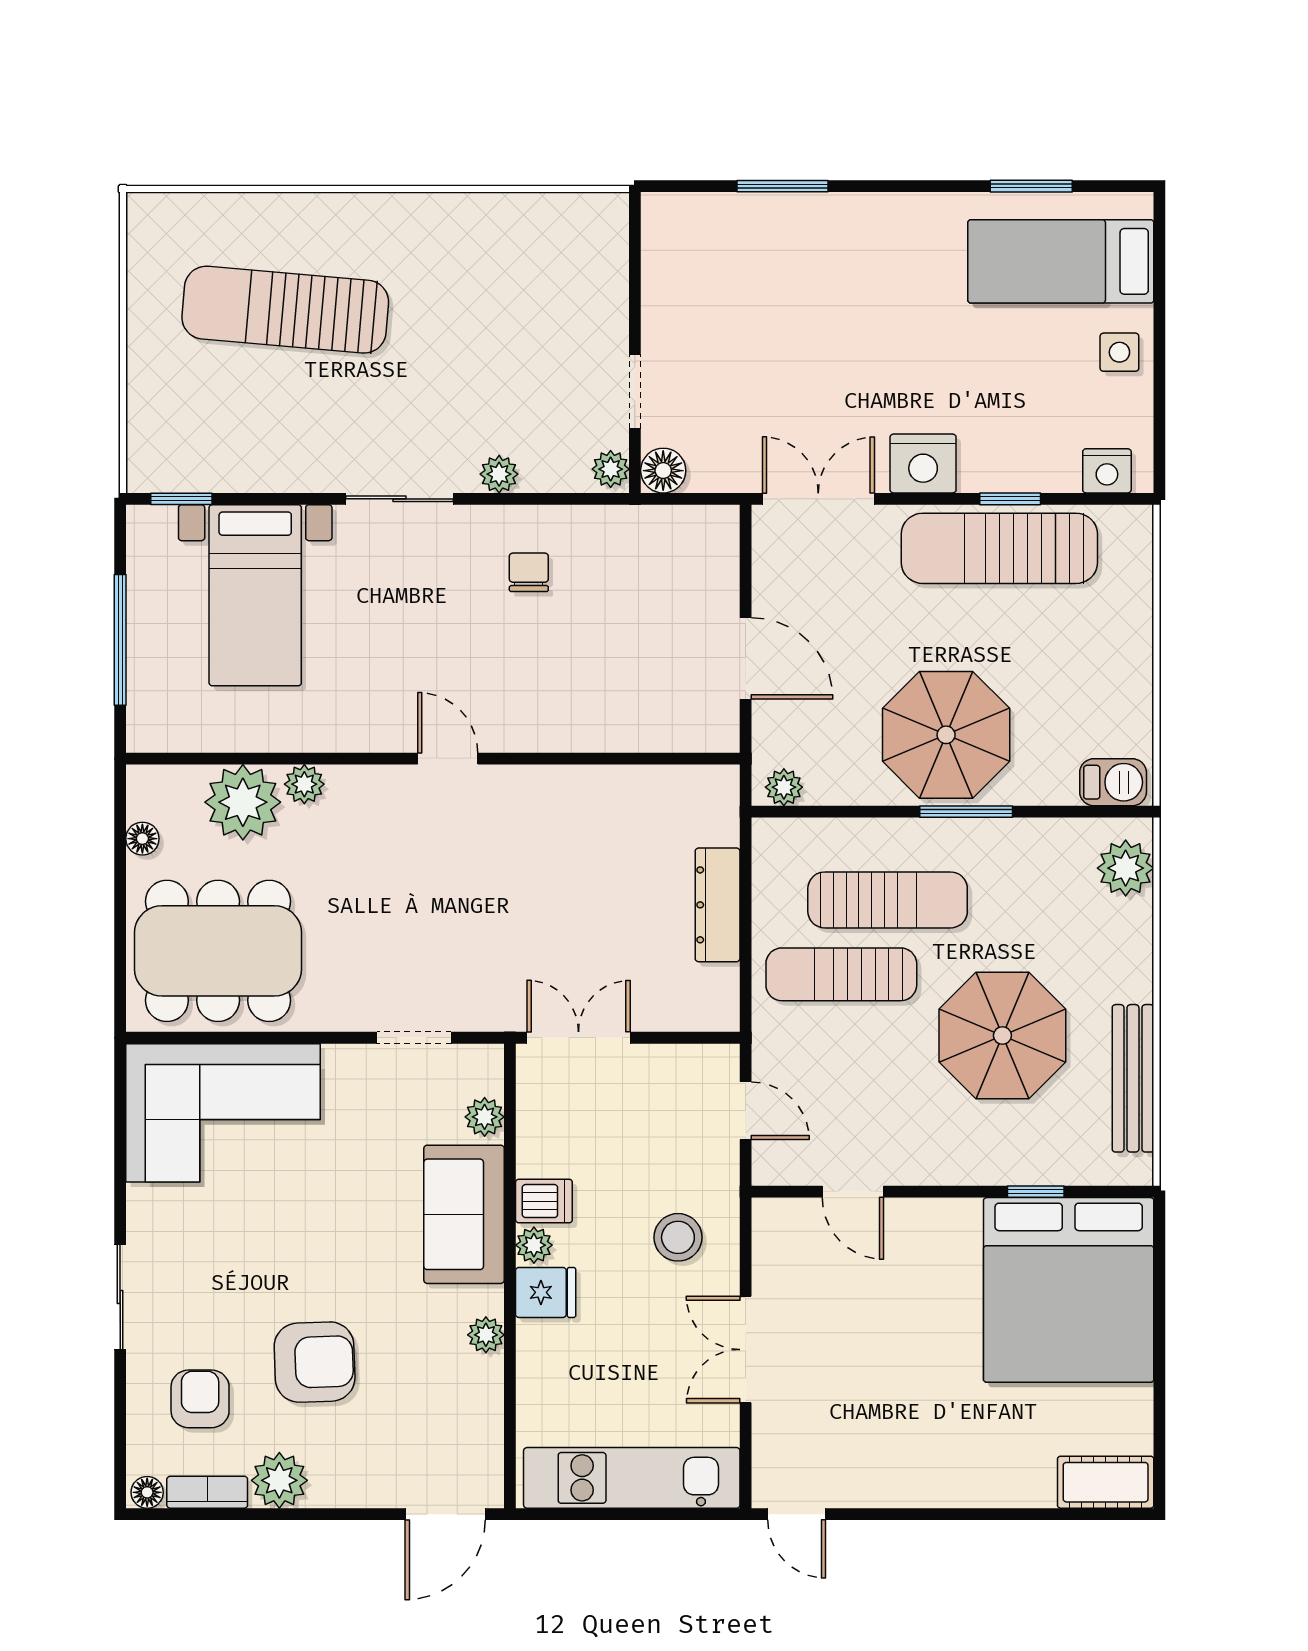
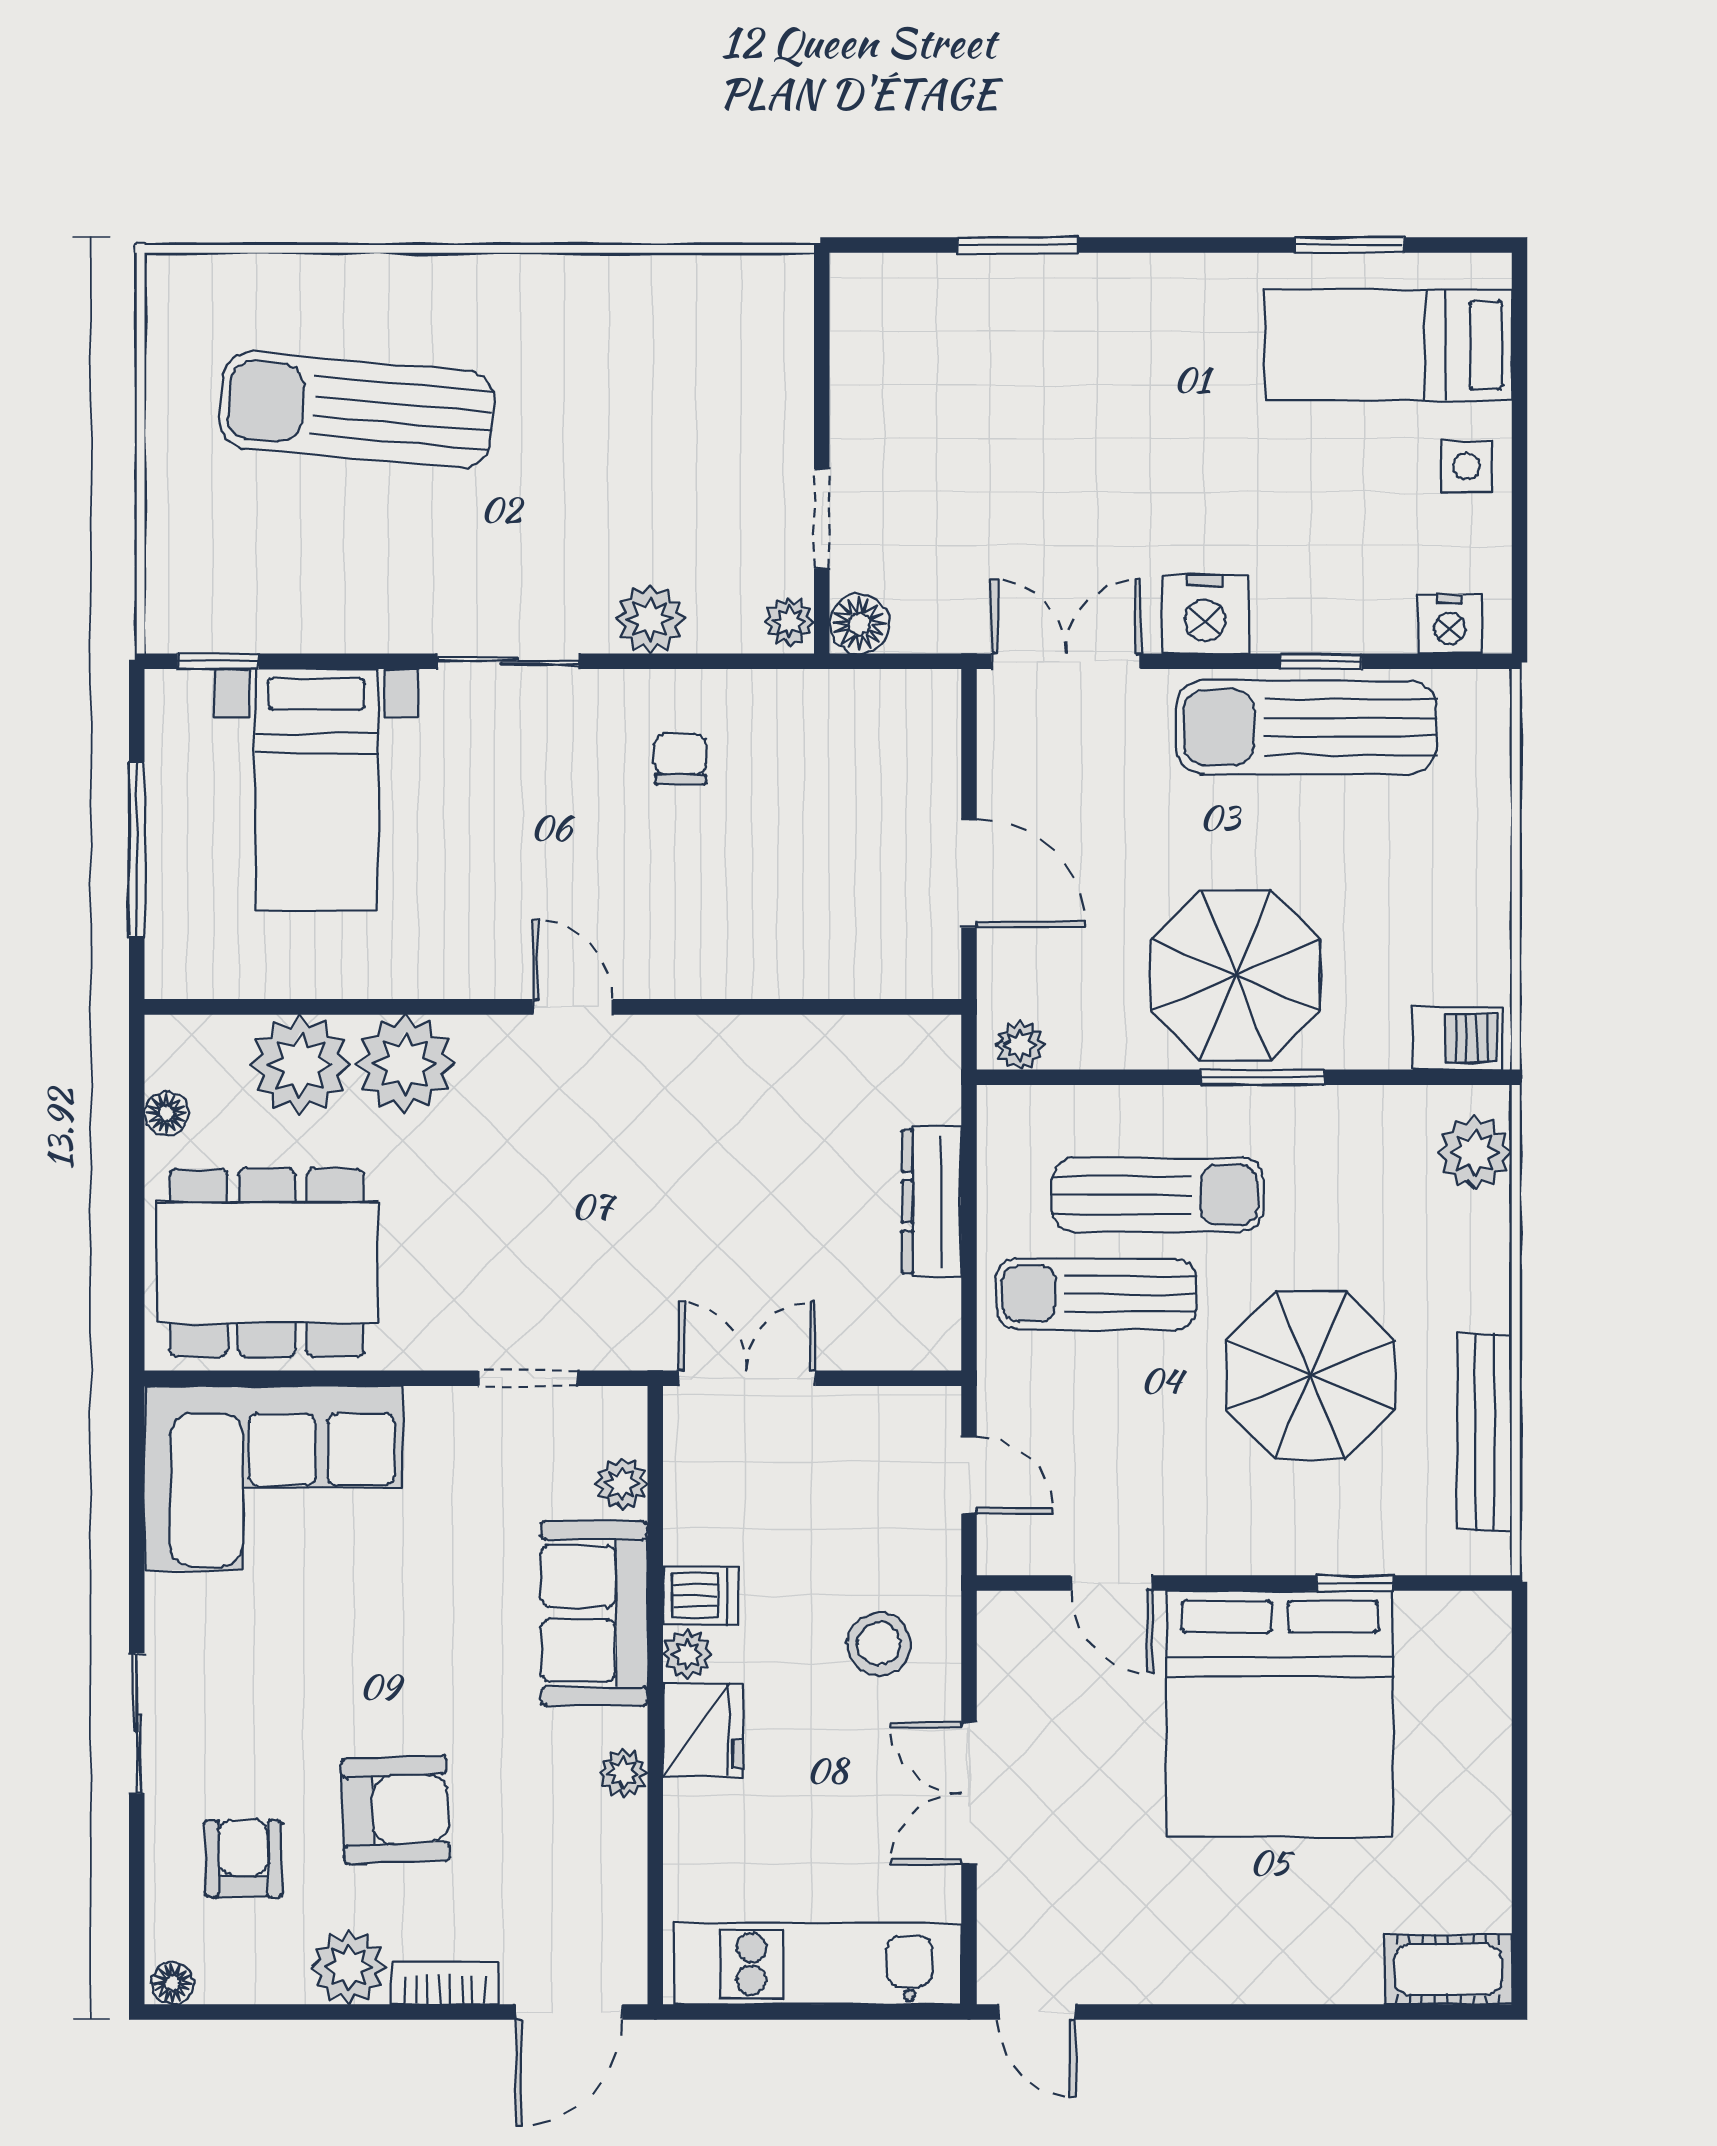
plant: (499, 474) -> (650, 619), width x1.38, depth x1.38
plant: (304, 784) -> (405, 1064), width x1.88, depth x1.88
bed: (1069, 1290) -> (1280, 1714), moved
fridge: (546, 1292) -> (703, 1730), width x1.38
bookcase: (207, 1492) -> (444, 1983), moved

